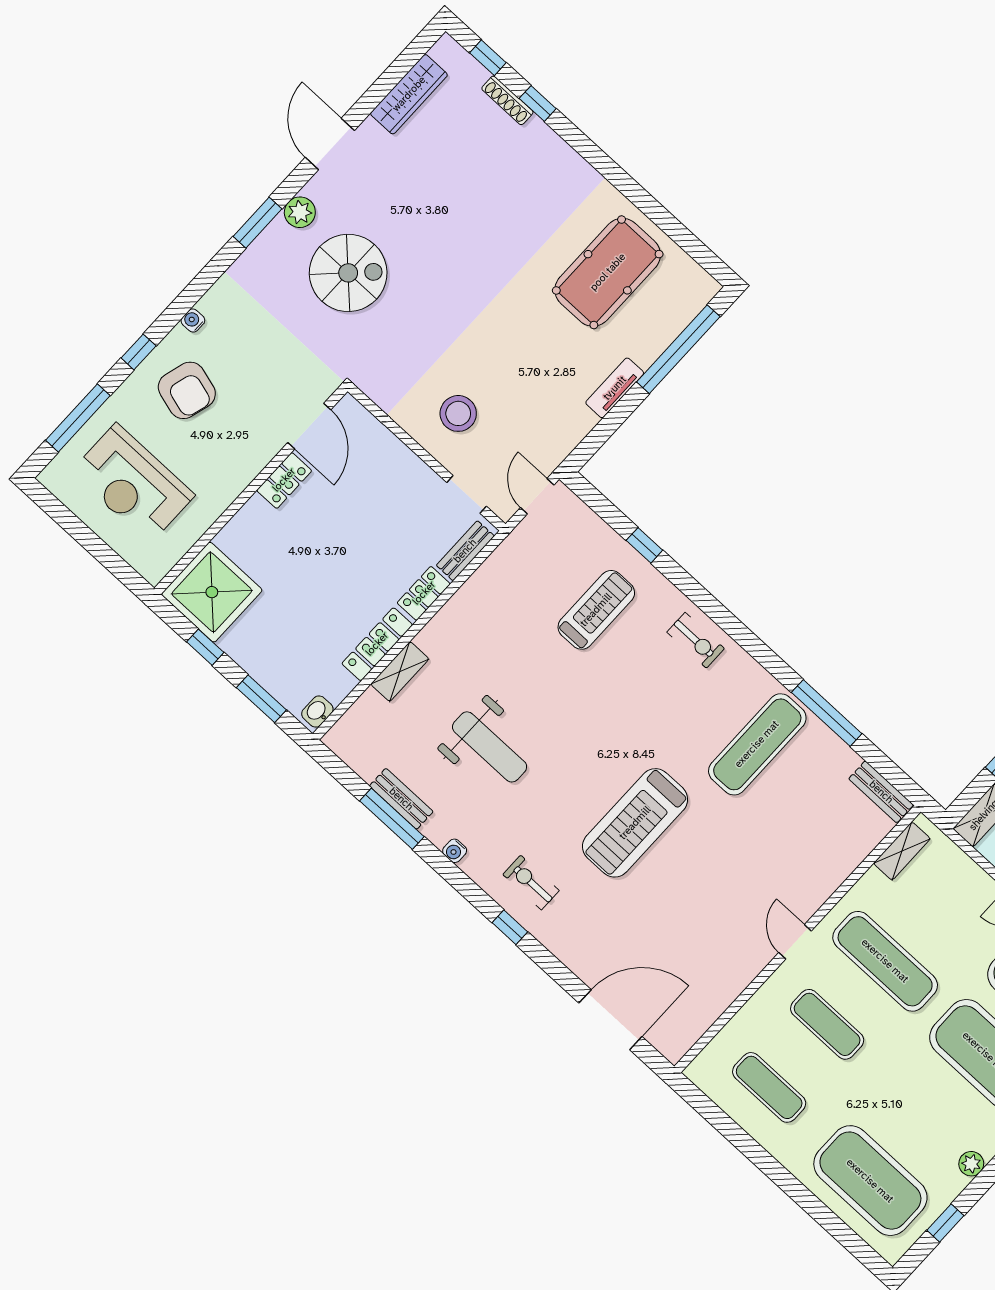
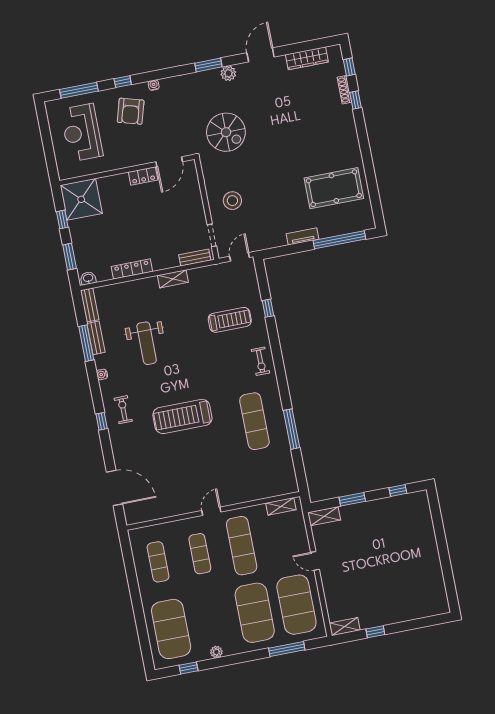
spiral stairs: (348, 273) -> (226, 132), moved
locker: (424, 593) -> (166, 262), removed
shelving: (400, 672) -> (173, 279), moved
exercise mat: (757, 744) -> (254, 421), turned 90
bench: (881, 792) -> (90, 305), moved

